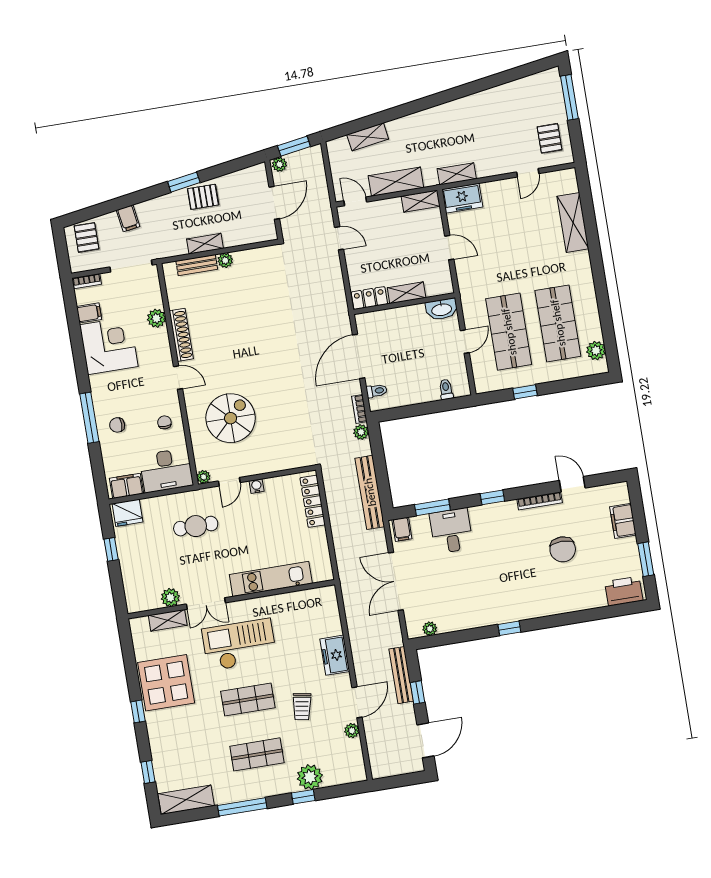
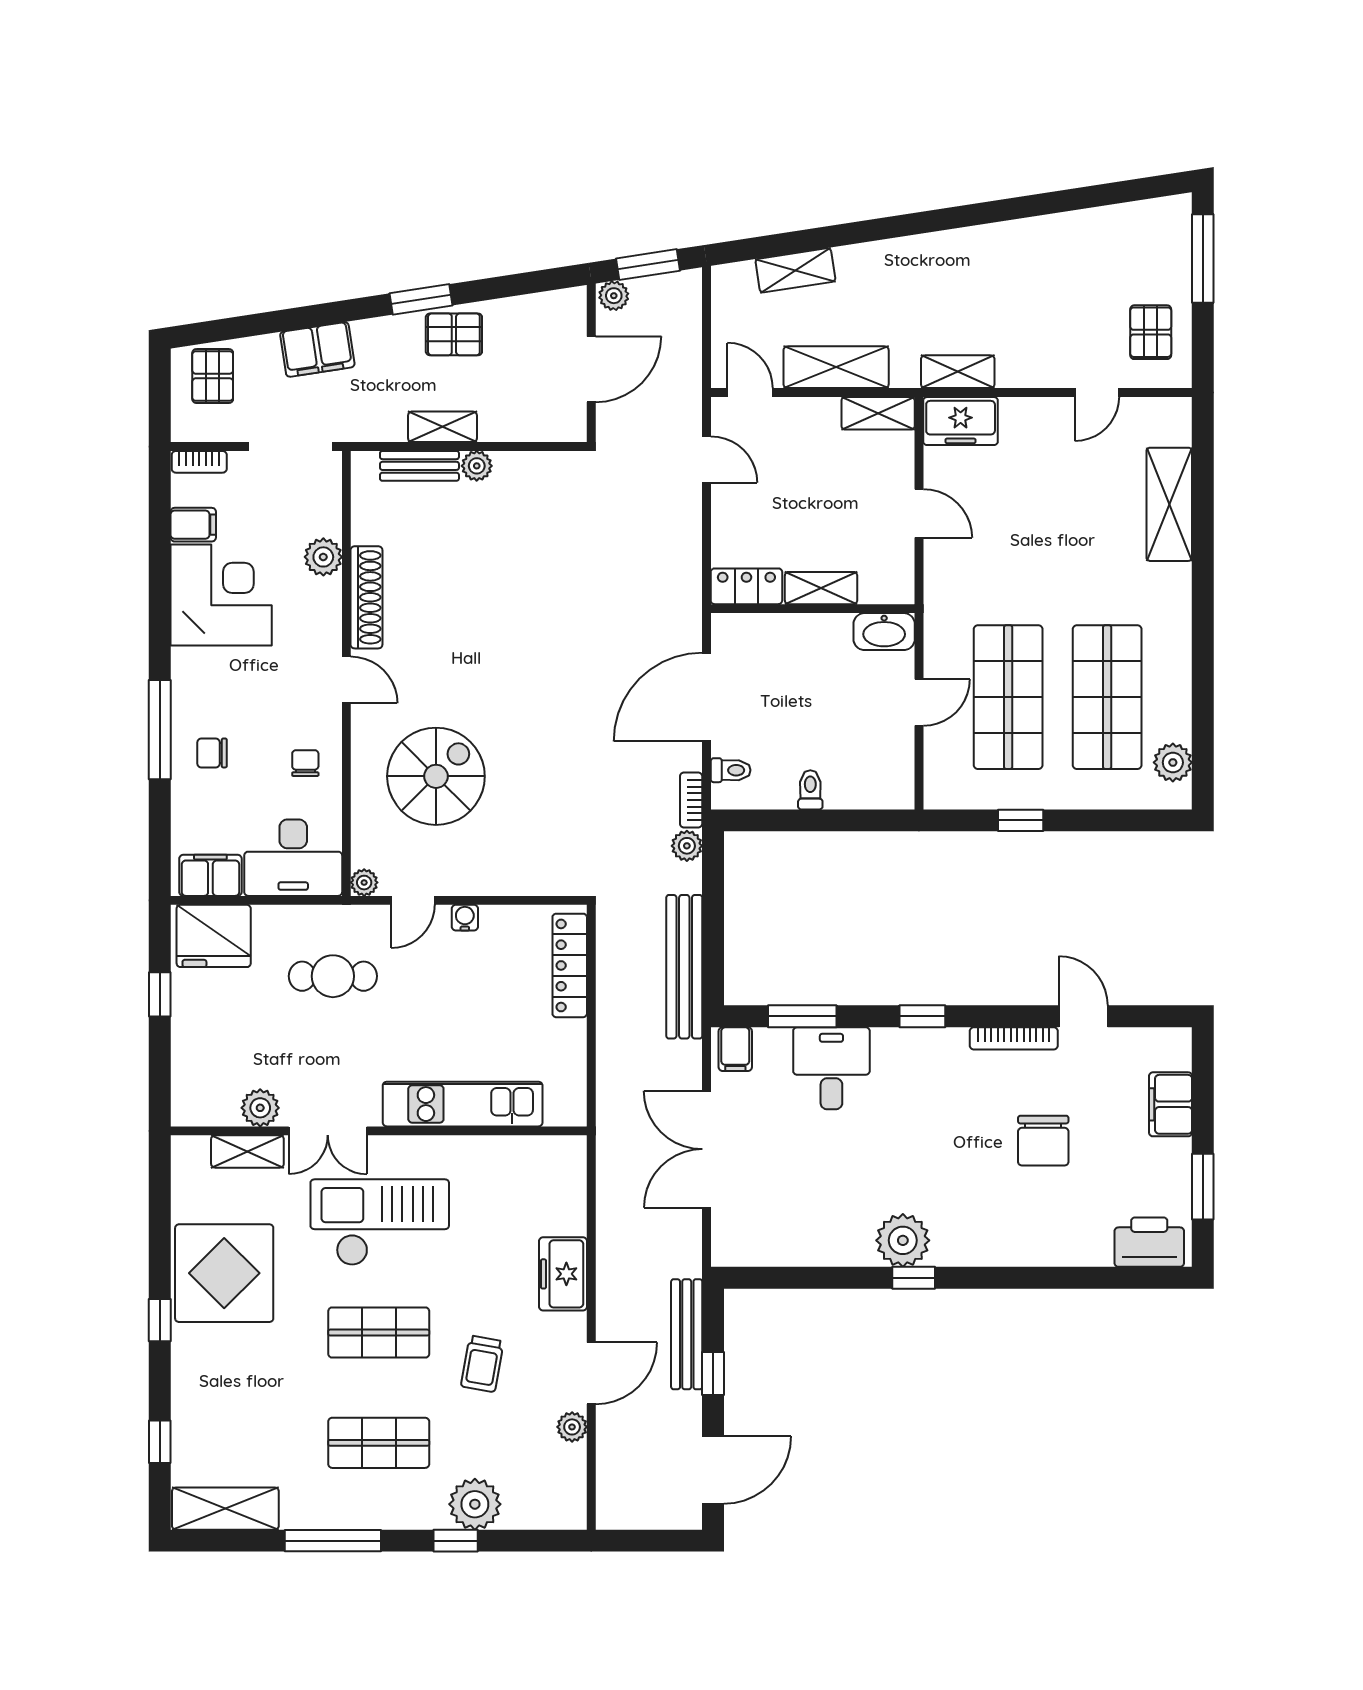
filing cabinet: (128, 218) -> (317, 349), width x2.00
toilet: (446, 389) -> (810, 790), moved
fridge: (128, 513) -> (214, 936), width x1.36, depth x1.34
plant: (430, 629) -> (903, 1240), moved, width x1.88, depth x1.88

